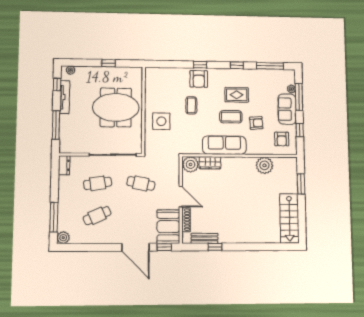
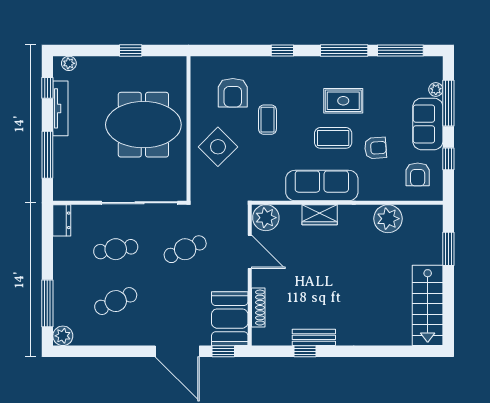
window: (237, 65) -> (344, 50), width x2.17
armchair: (199, 79) -> (233, 93), moved
side table: (161, 121) -> (218, 147), turned 45
wardrobe: (210, 163) -> (320, 215), moved
cafe table: (141, 183) -> (185, 249), turned -36
door: (181, 197) -> (250, 252), moved
bench: (204, 238) -> (314, 337), moved

